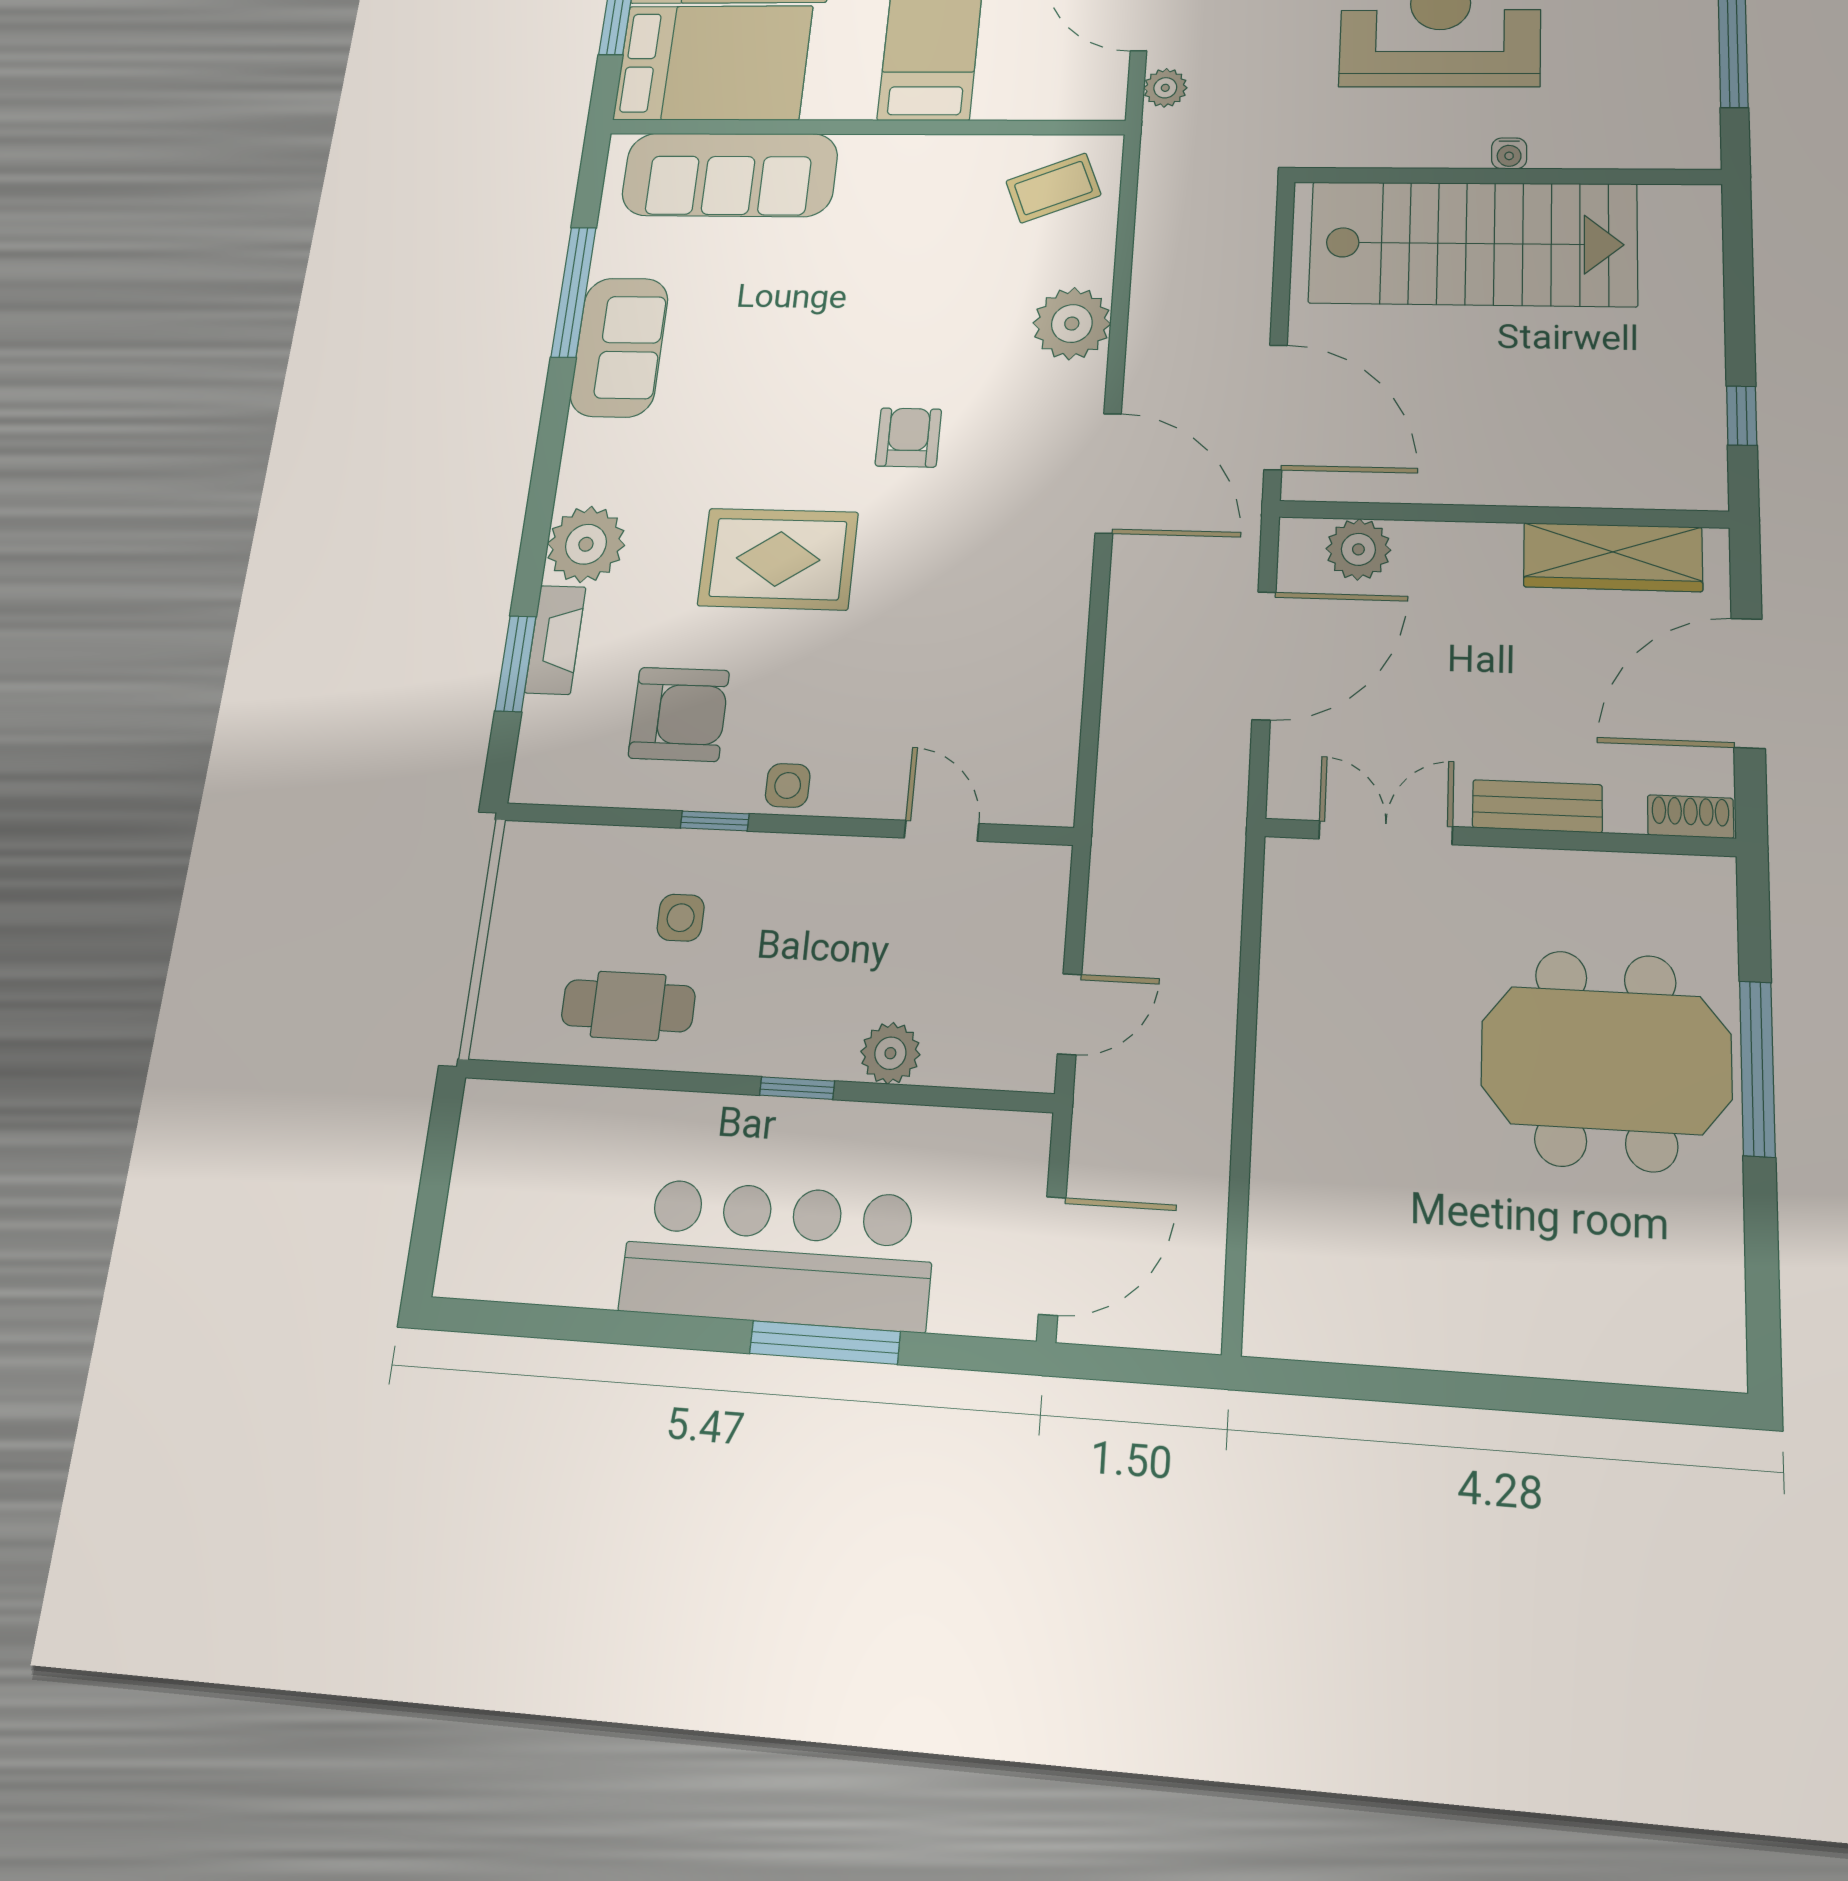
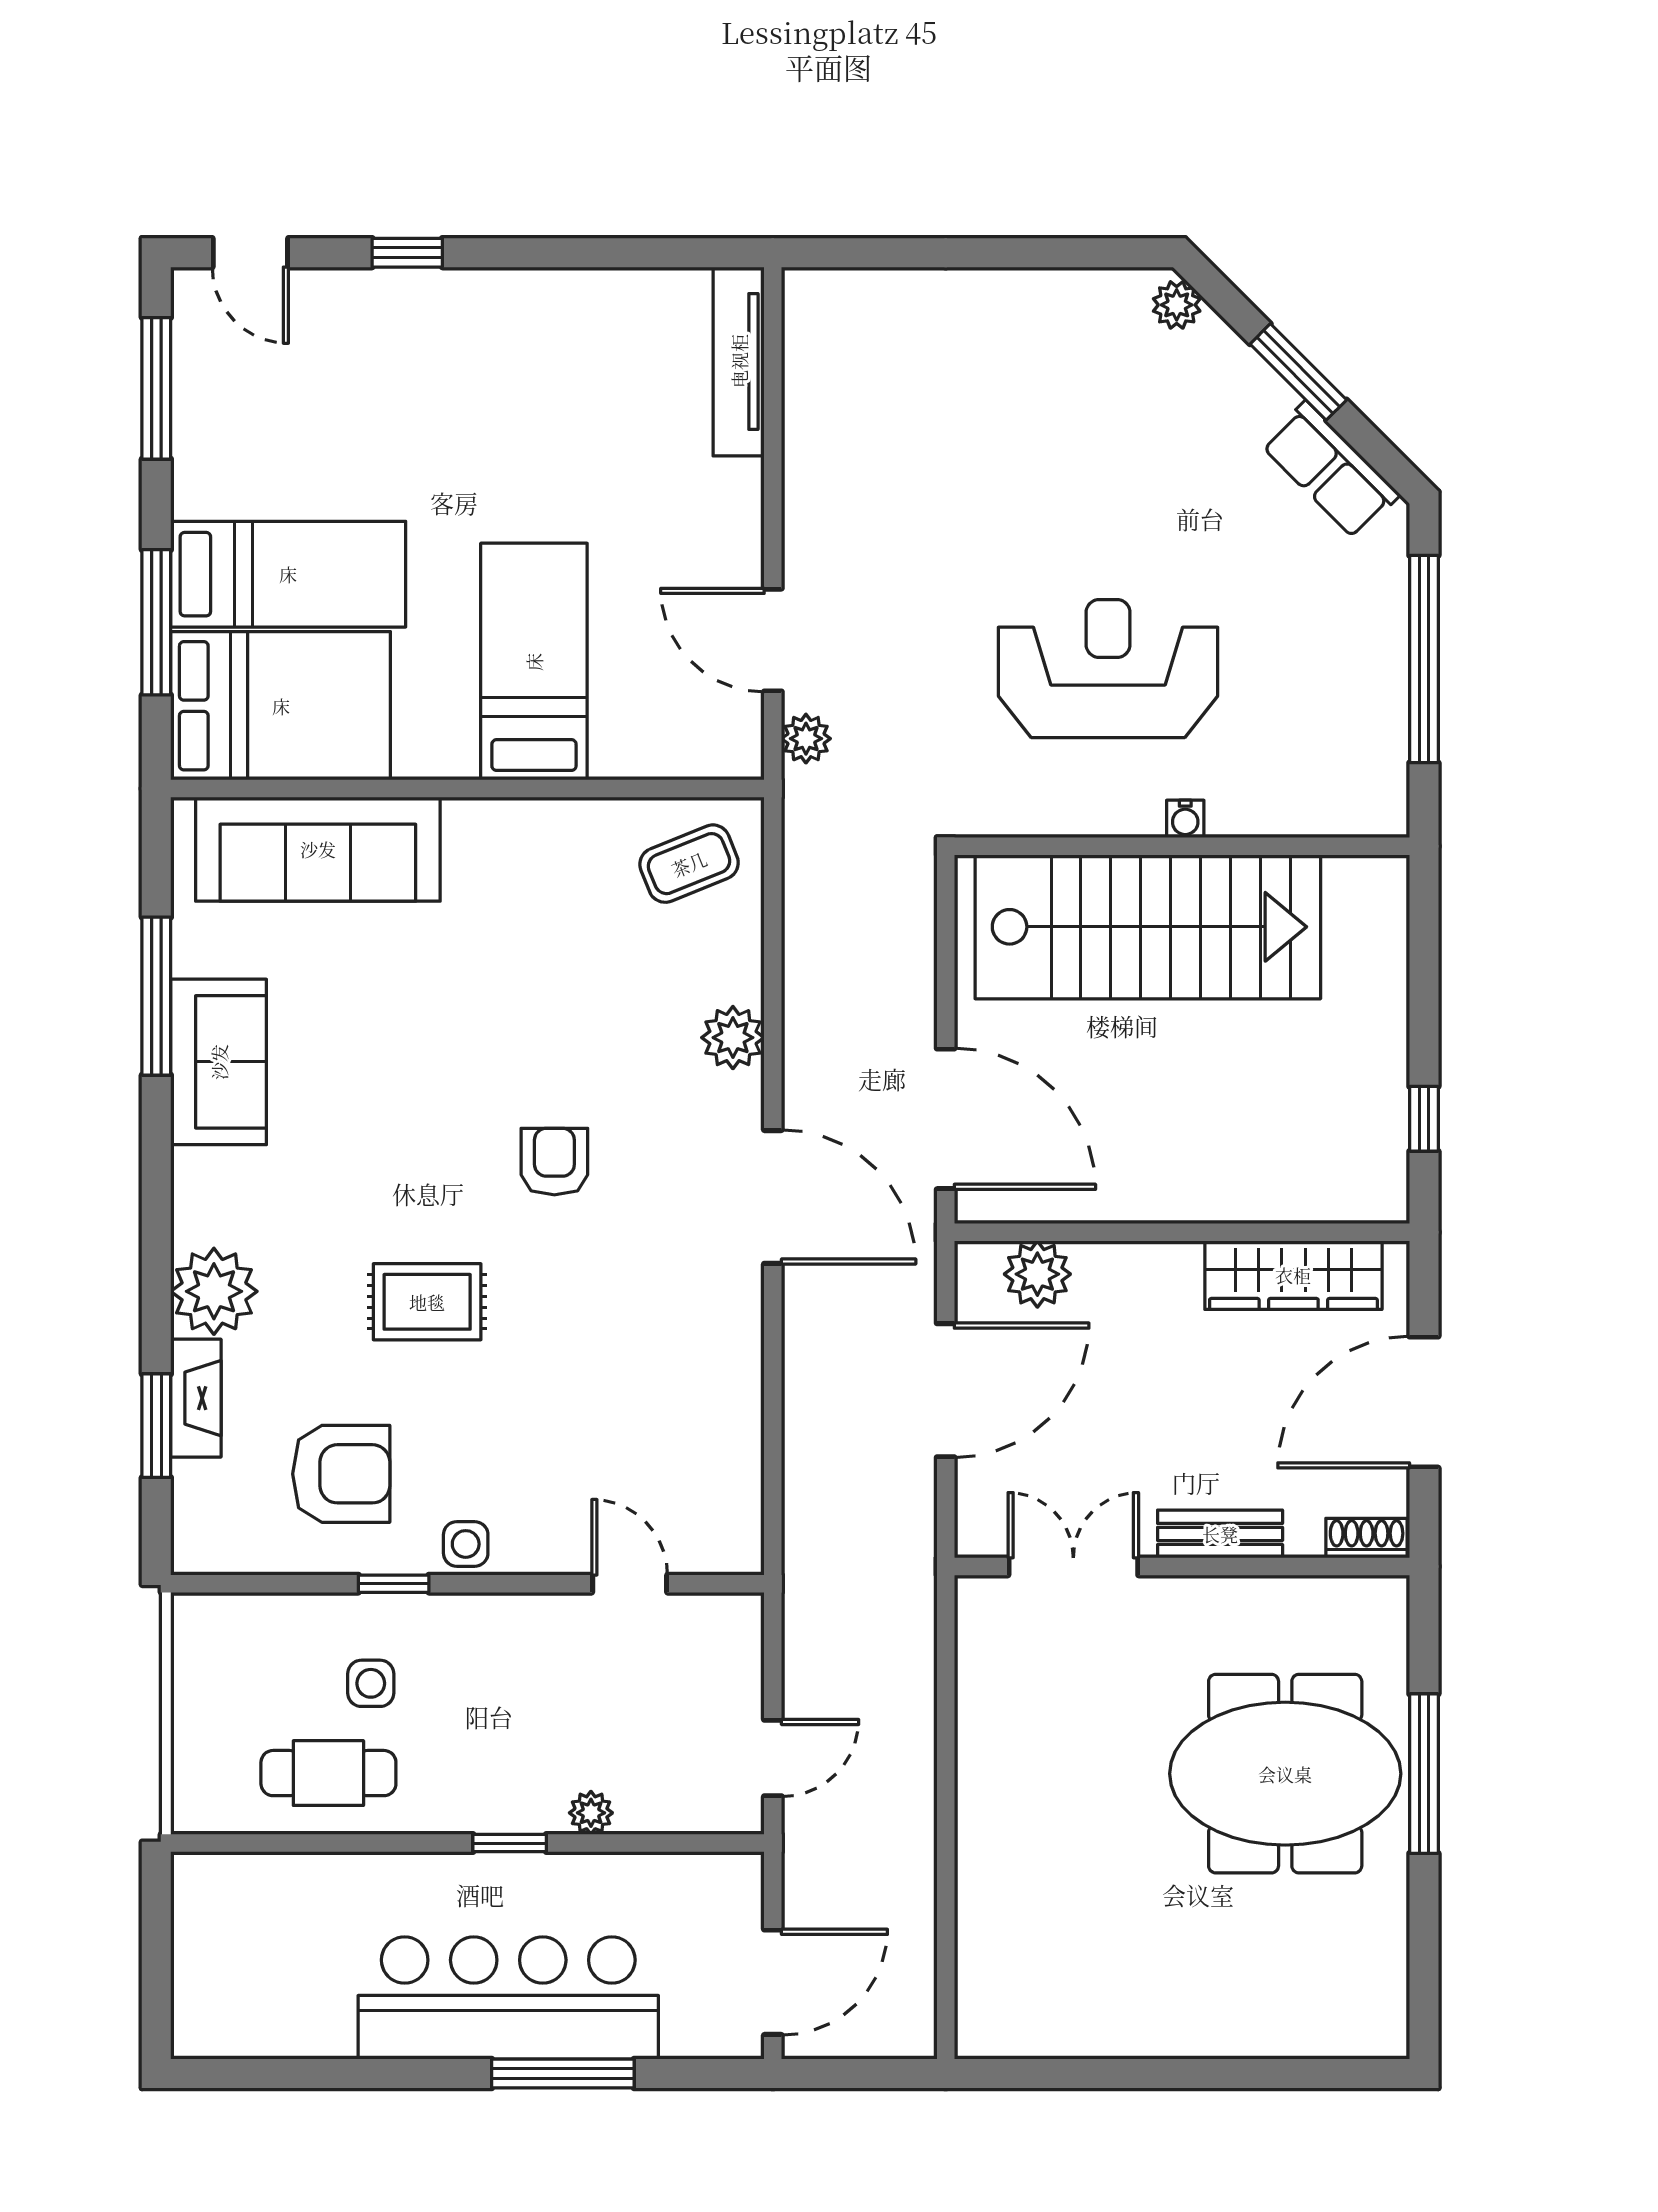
plant: (1072, 324) -> (733, 1038), width x0.73, depth x0.73
rug: (778, 559) -> (427, 1302), width x0.73, depth x0.70
plant: (890, 1053) -> (591, 1813), width x0.73, depth x0.73

